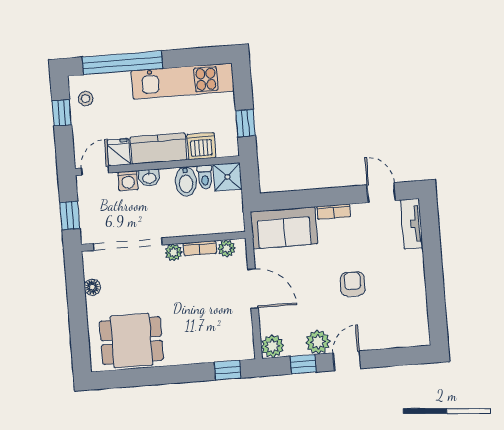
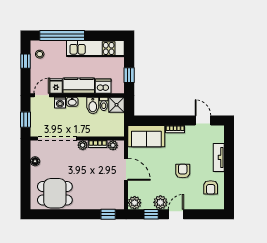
tv unit: (412, 224) -> (219, 157), moved
armchair: (404, 309) -> (211, 187), added

